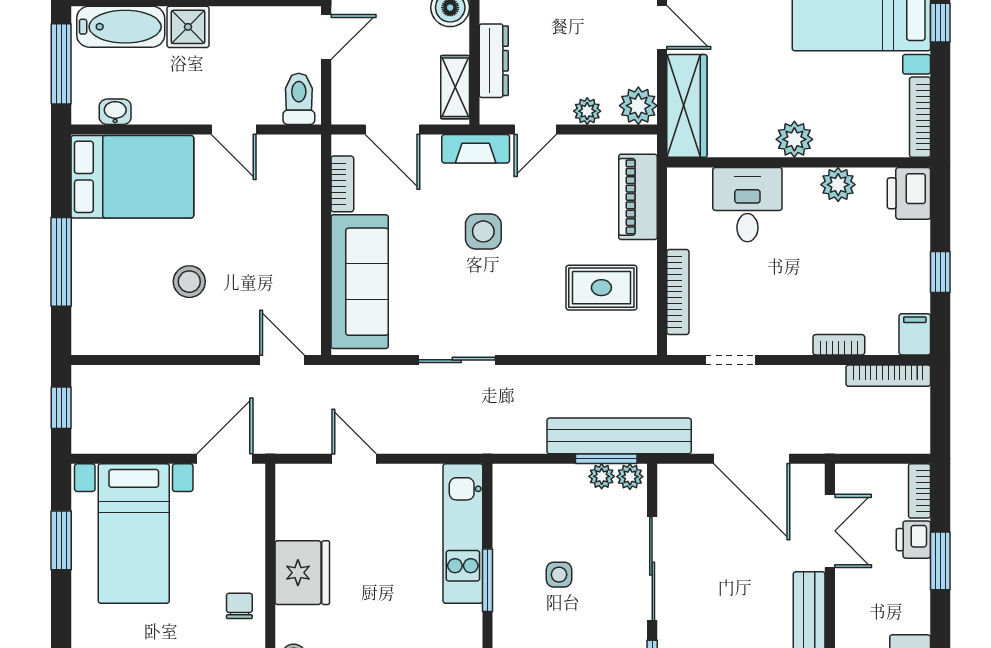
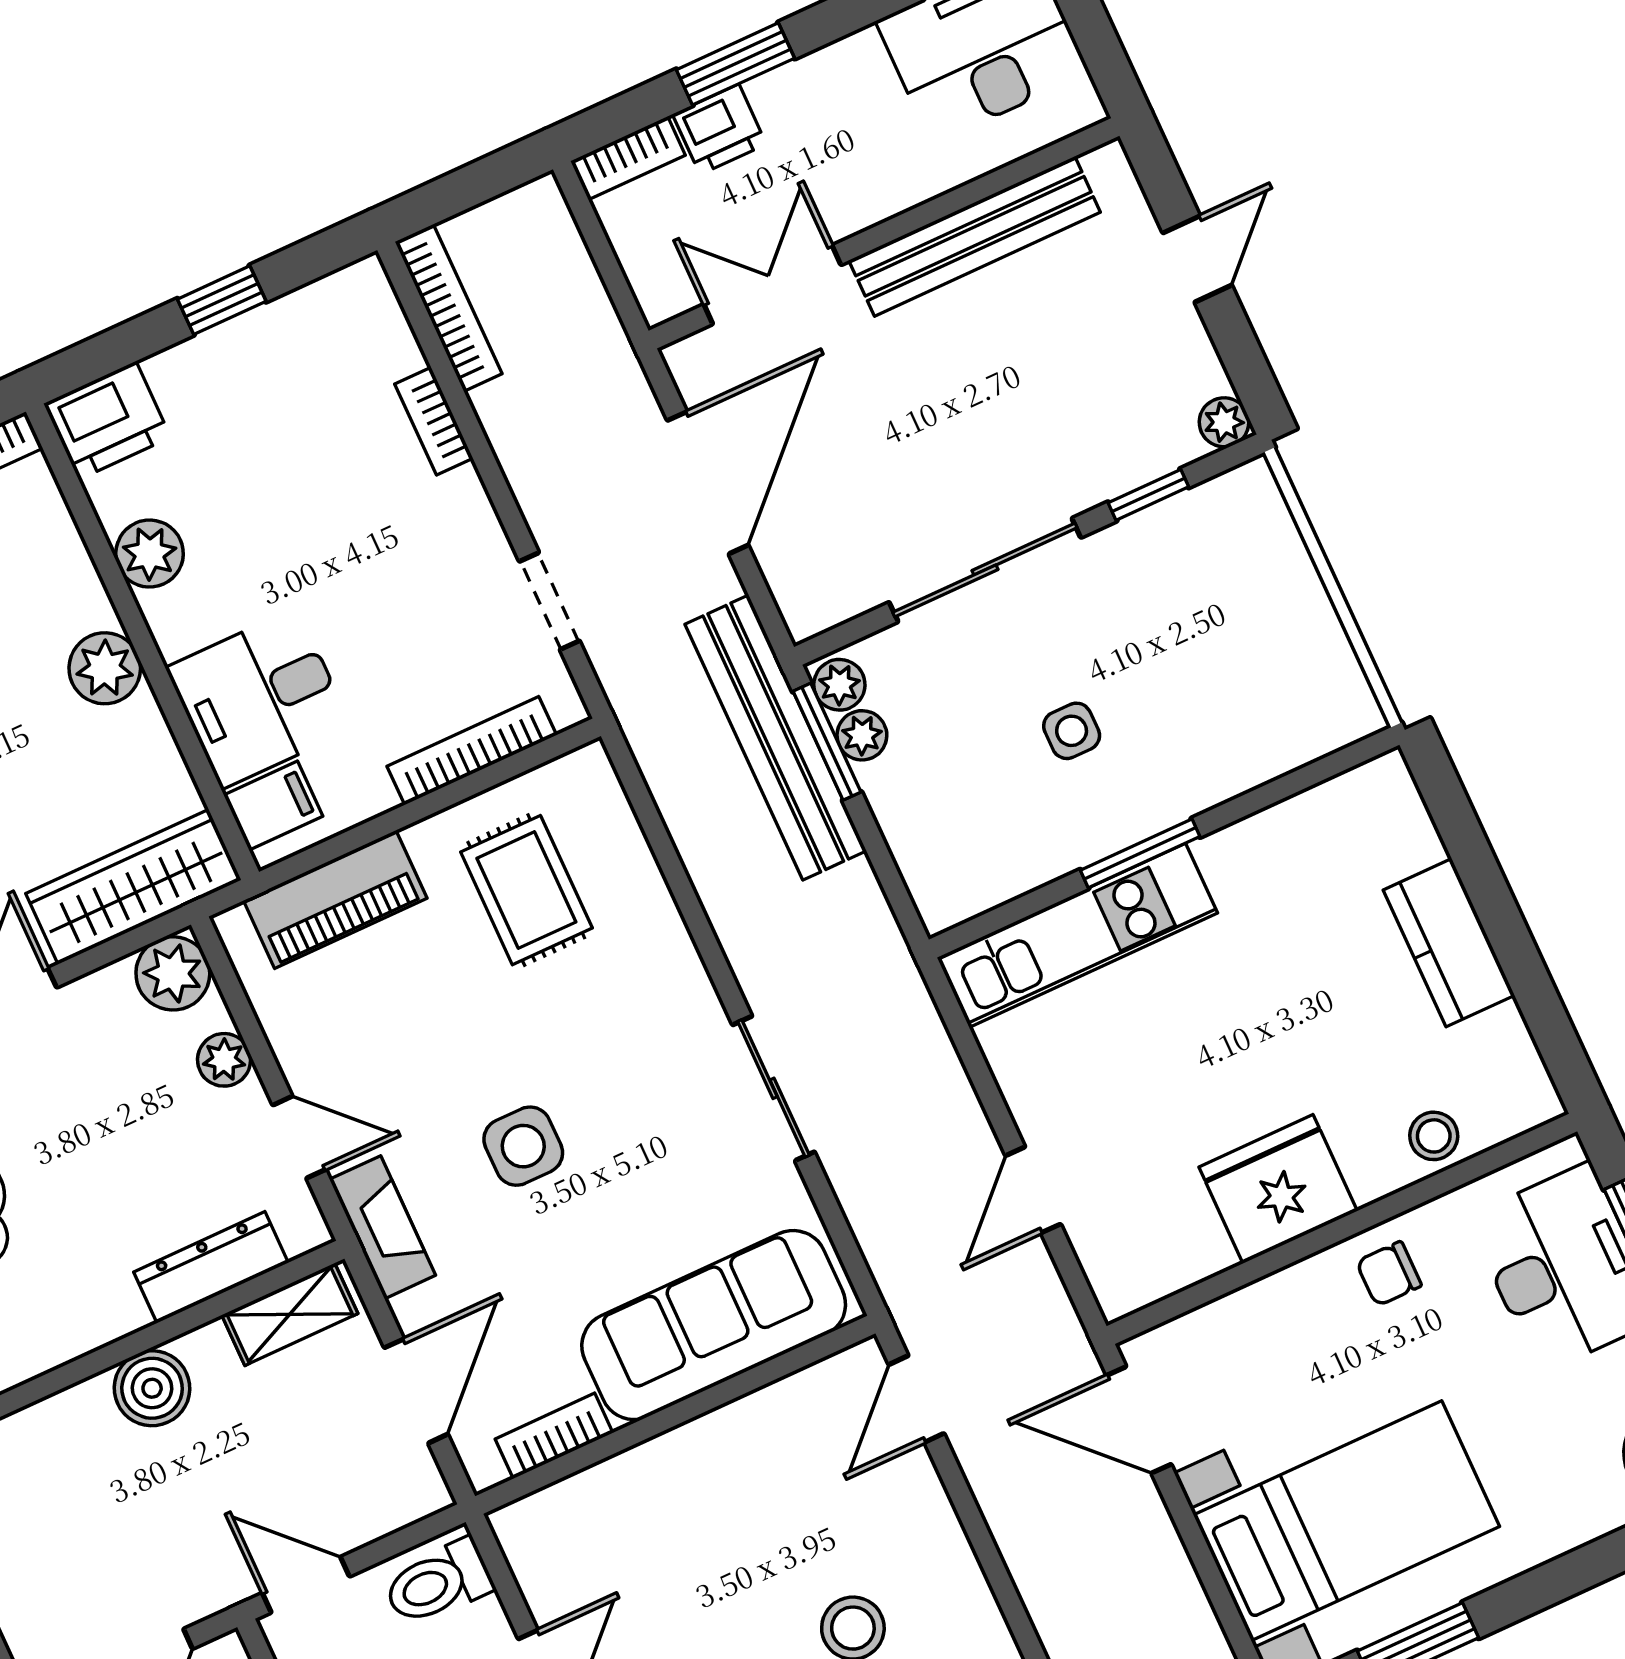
filing cabinet: (915, 334) -> (273, 806), moved, turned 180

